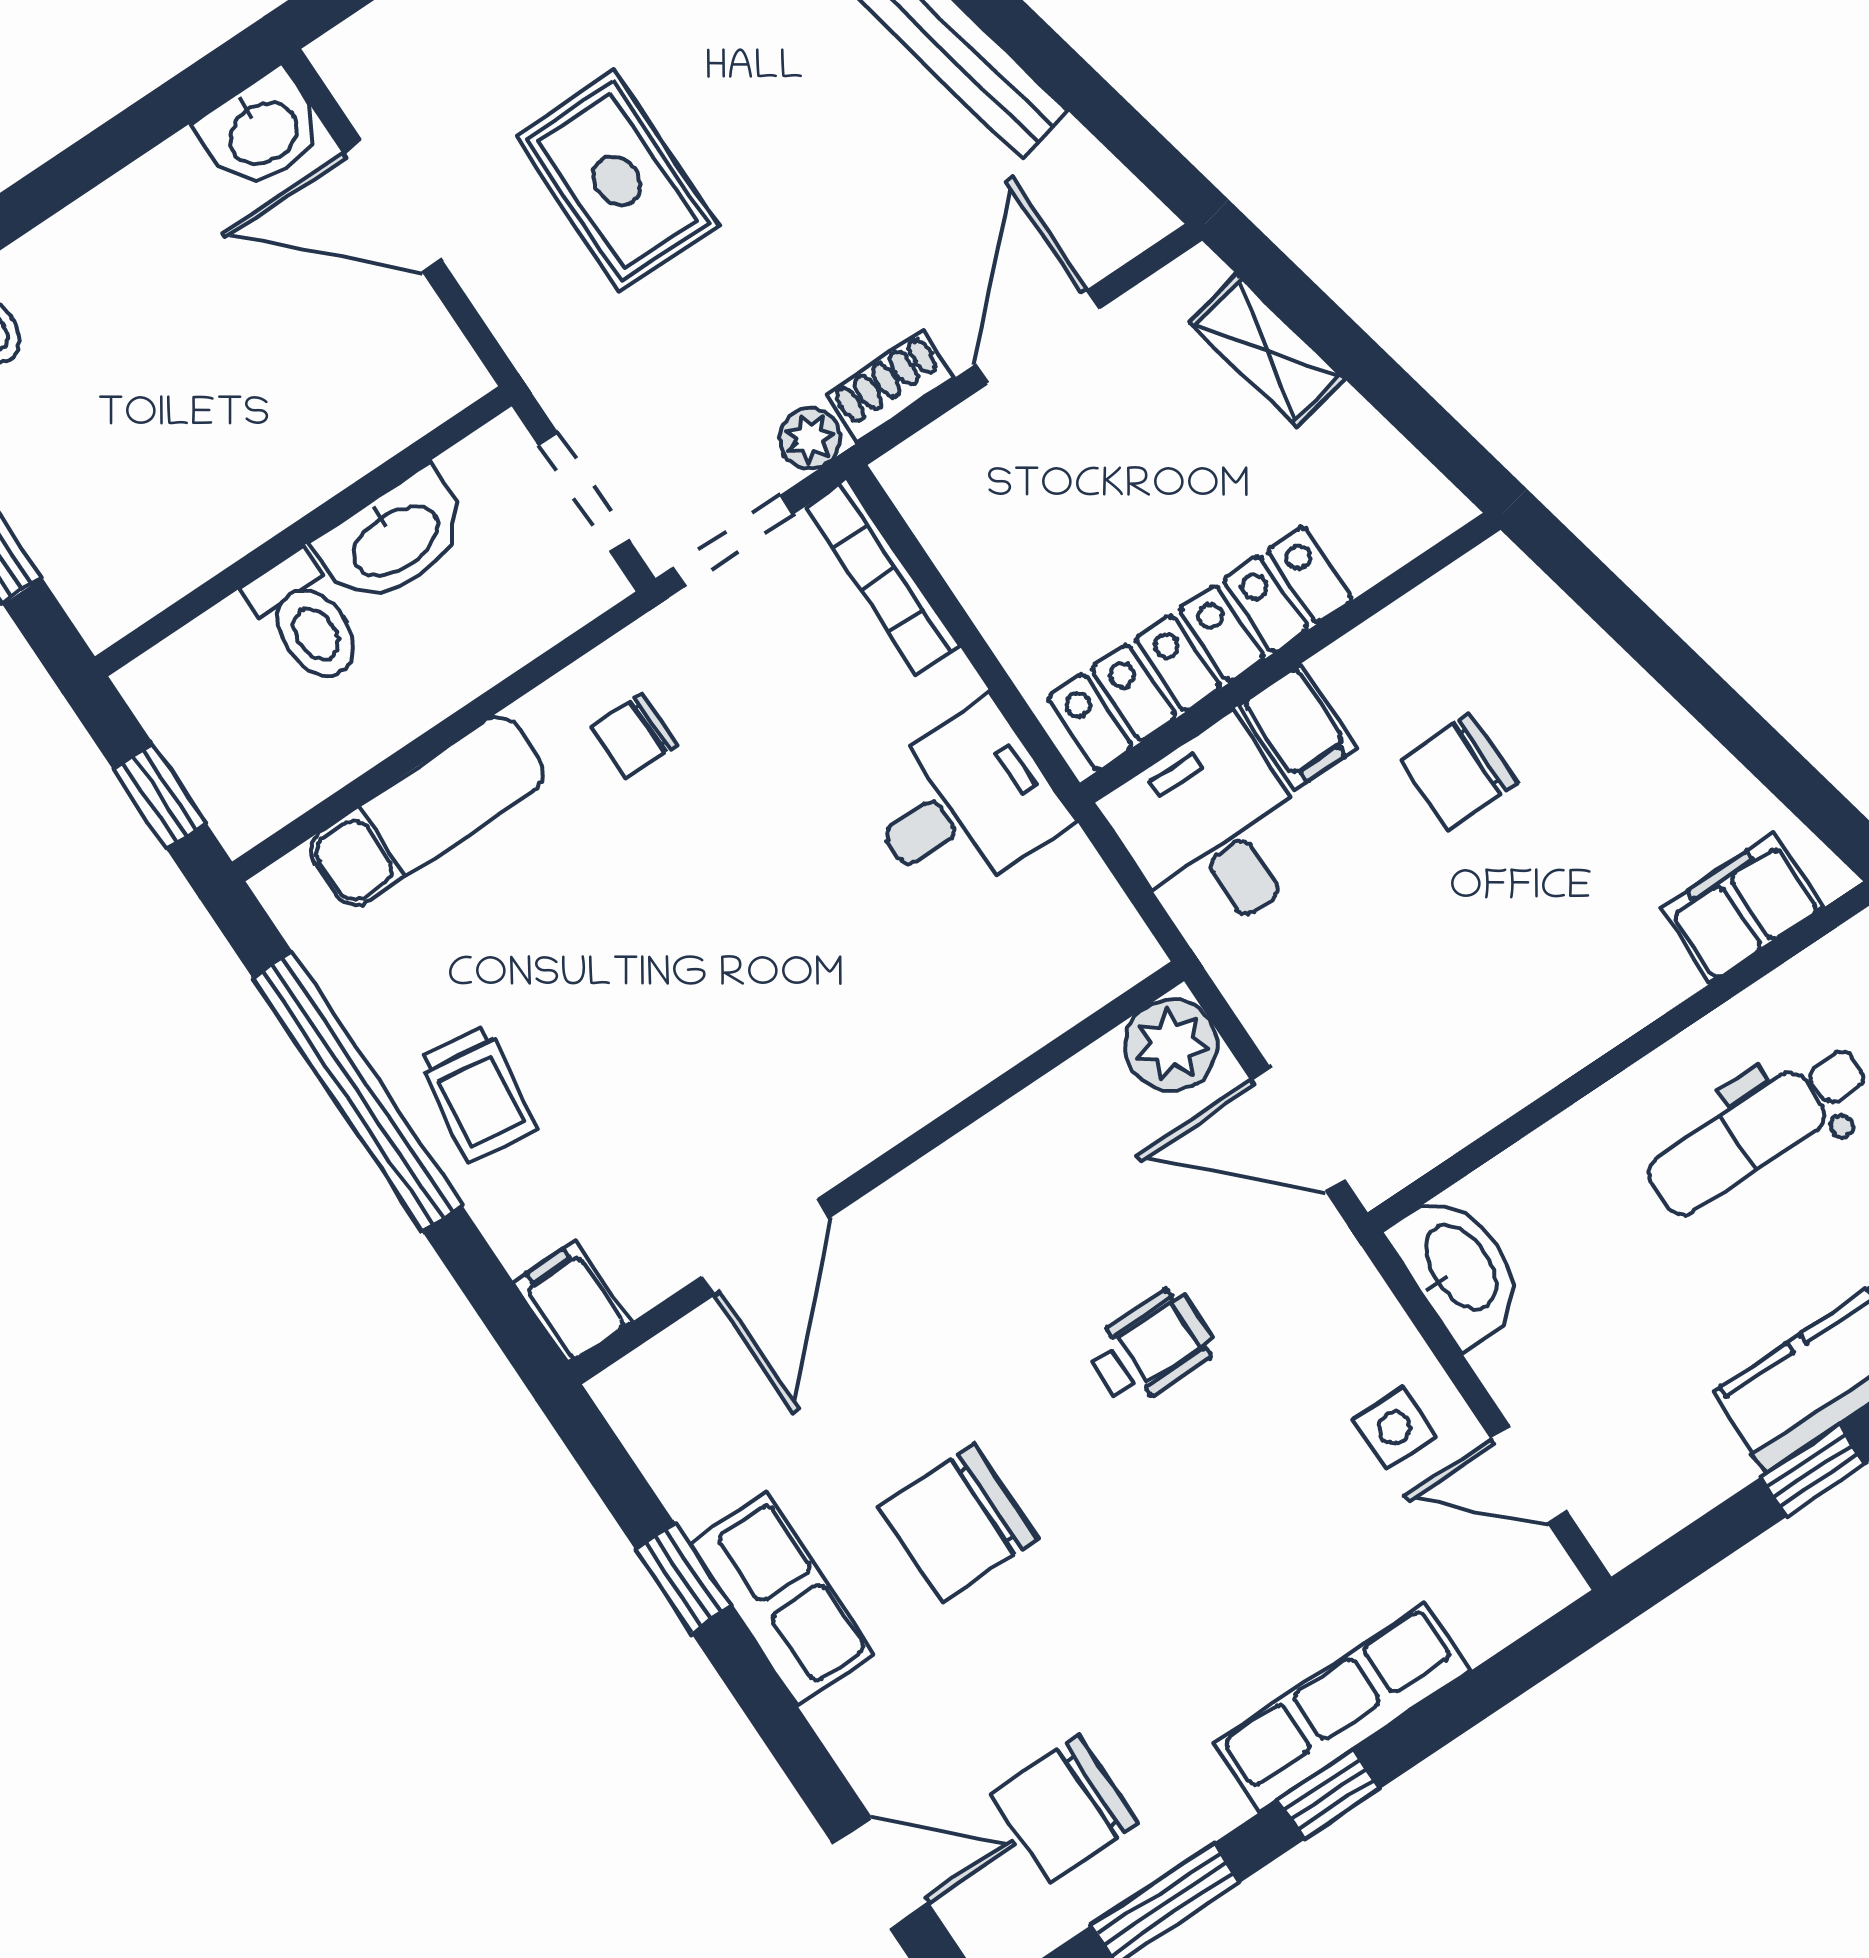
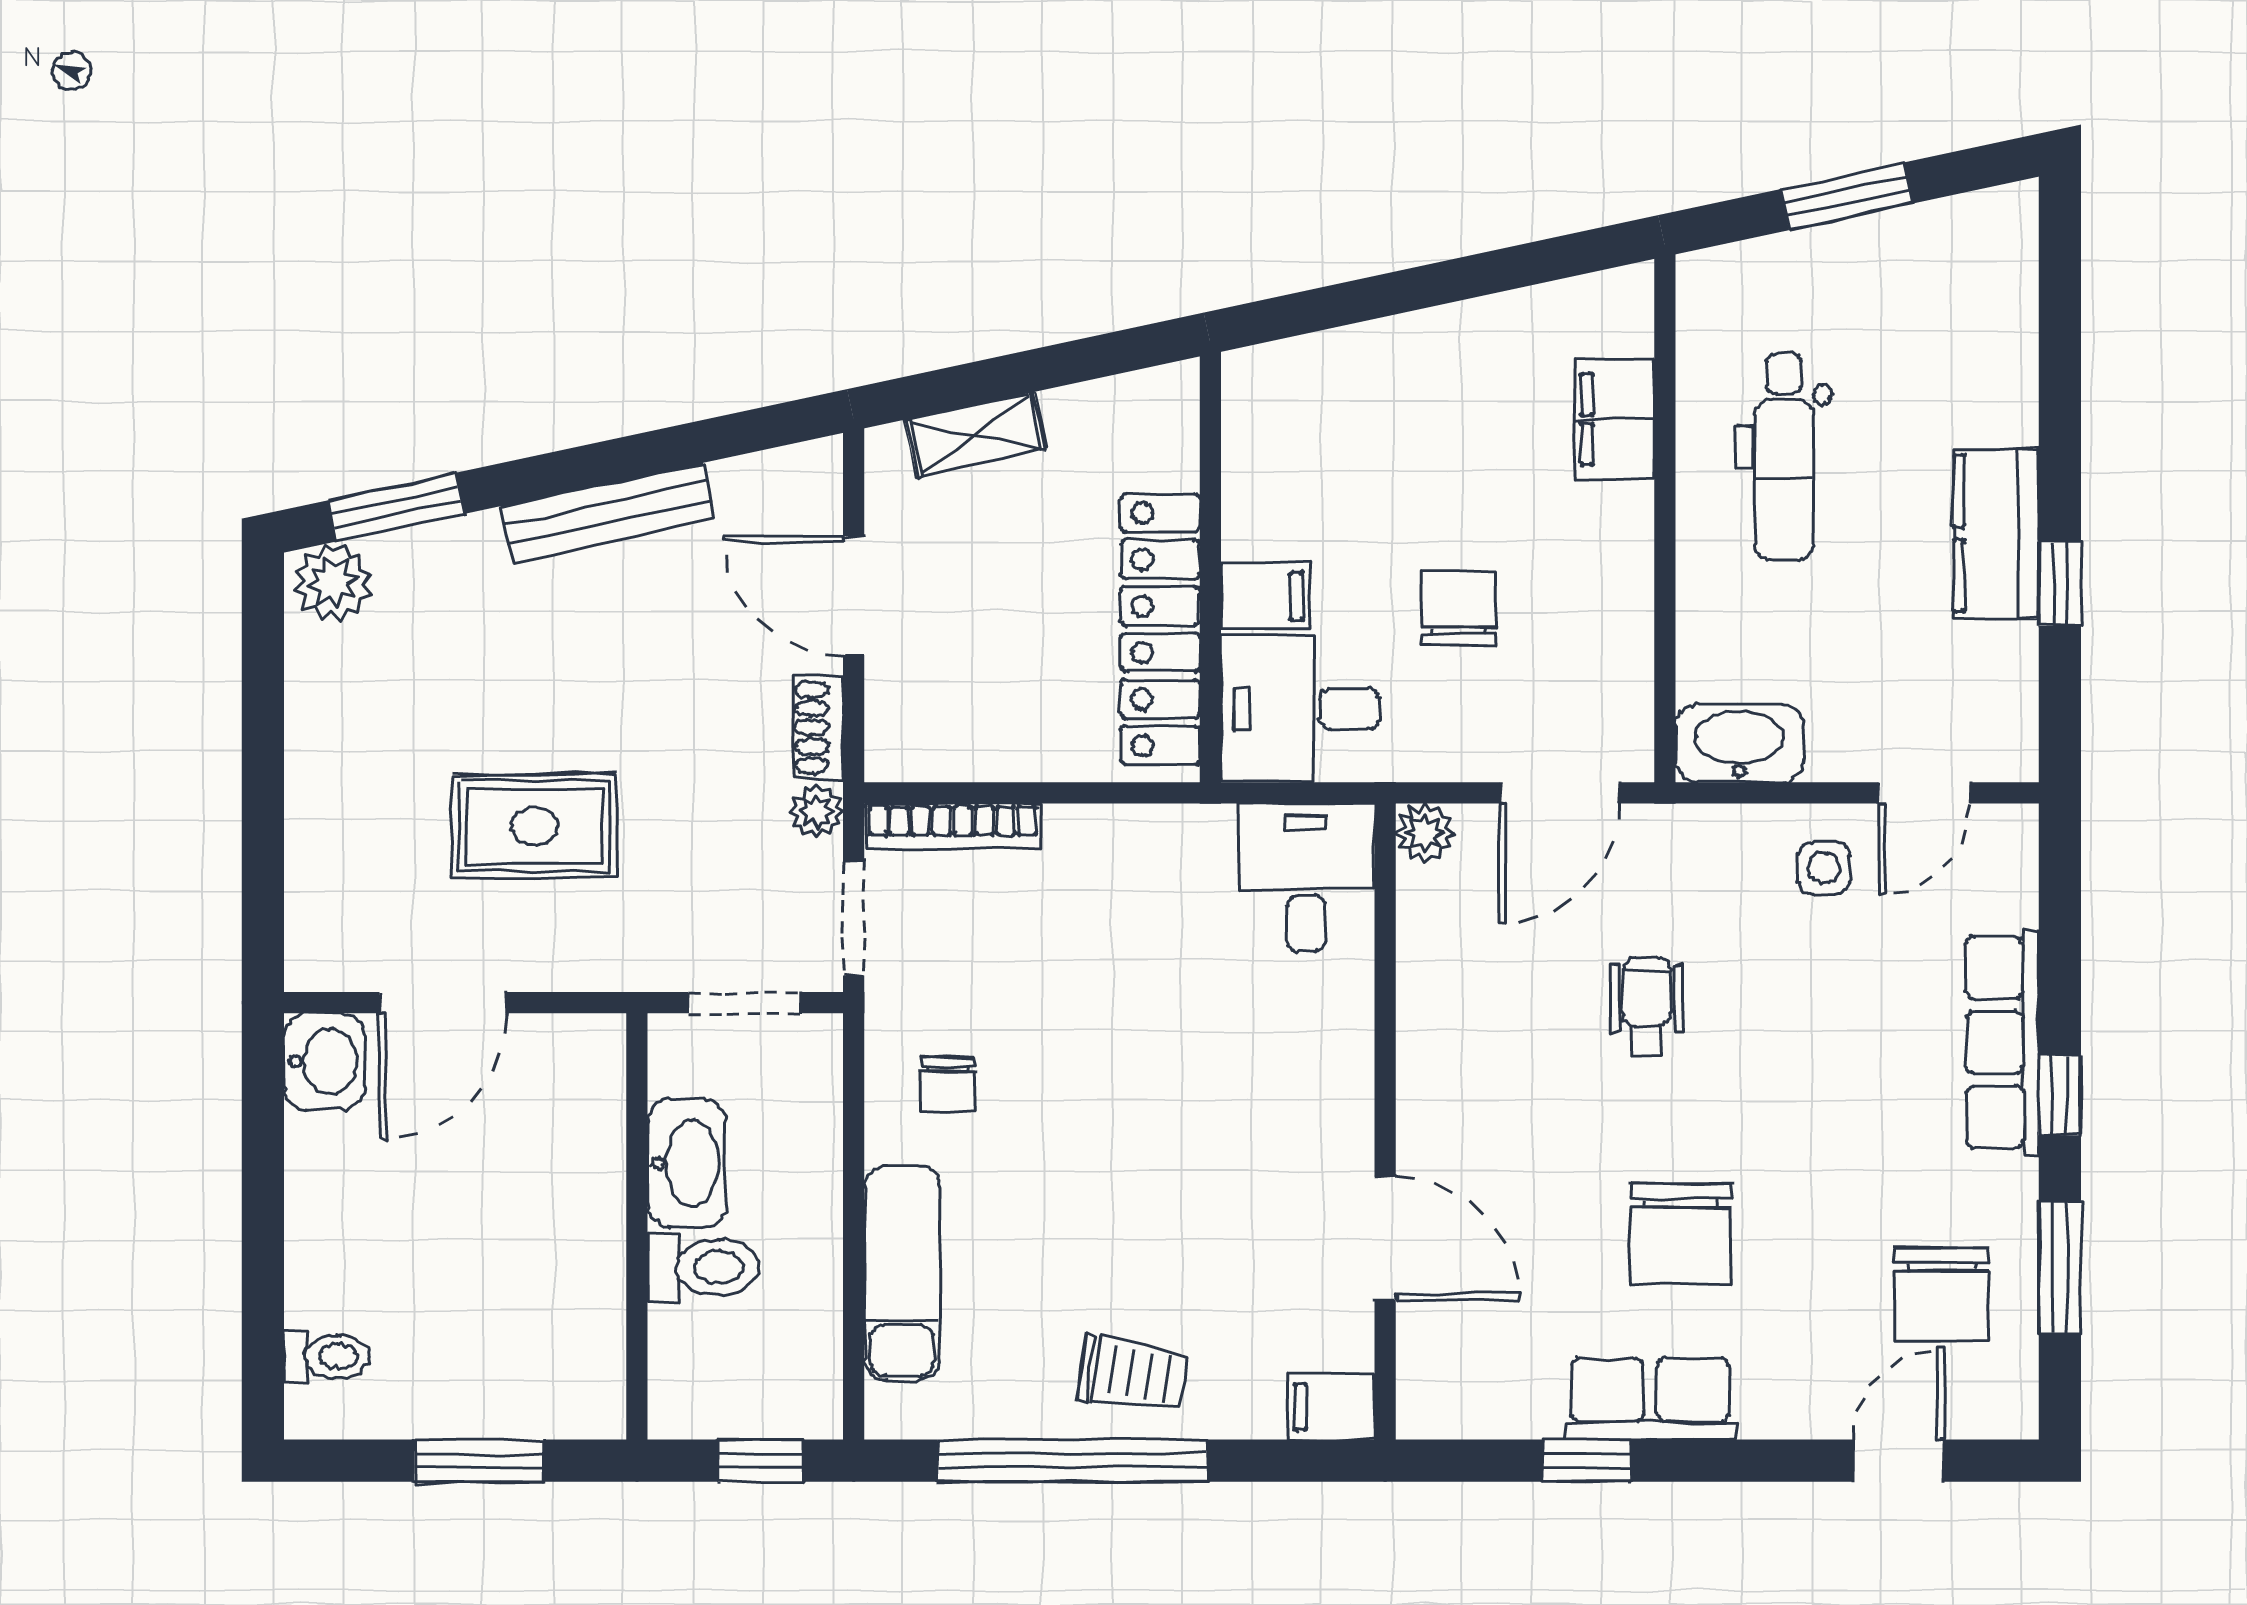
chair: (1458, 771) -> (1459, 609), moved, turned 180
desk: (964, 804) -> (1306, 877), moved
filing cabinet: (1742, 908) -> (1615, 419), moved
plant: (1171, 1045) -> (1425, 833), width x0.73, depth x0.73

